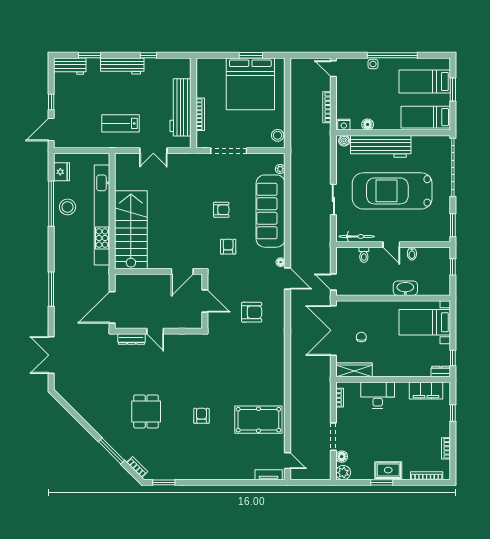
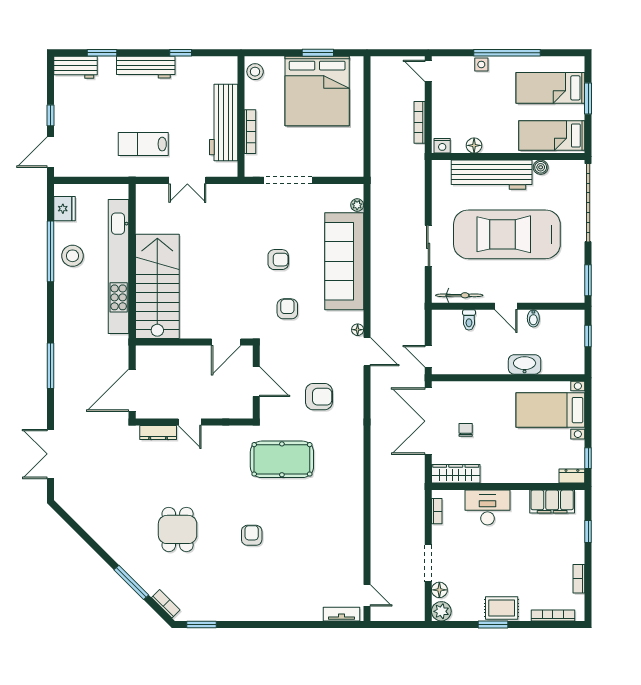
stool: (278, 135) -> (255, 72), moved
boiler: (344, 141) -> (541, 167), moved
pool table: (258, 420) -> (282, 459), moved

